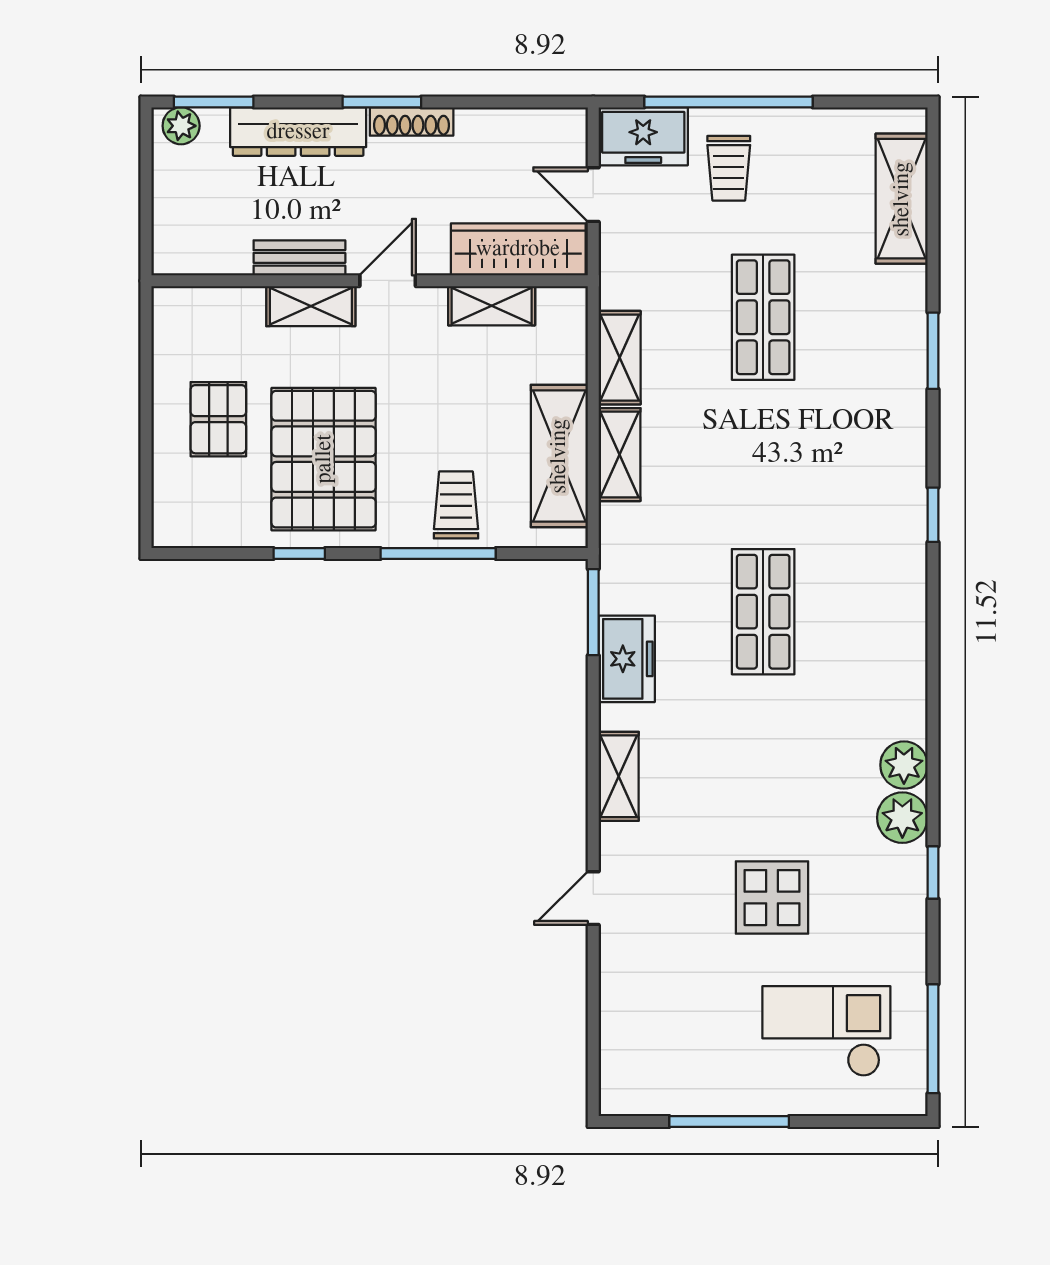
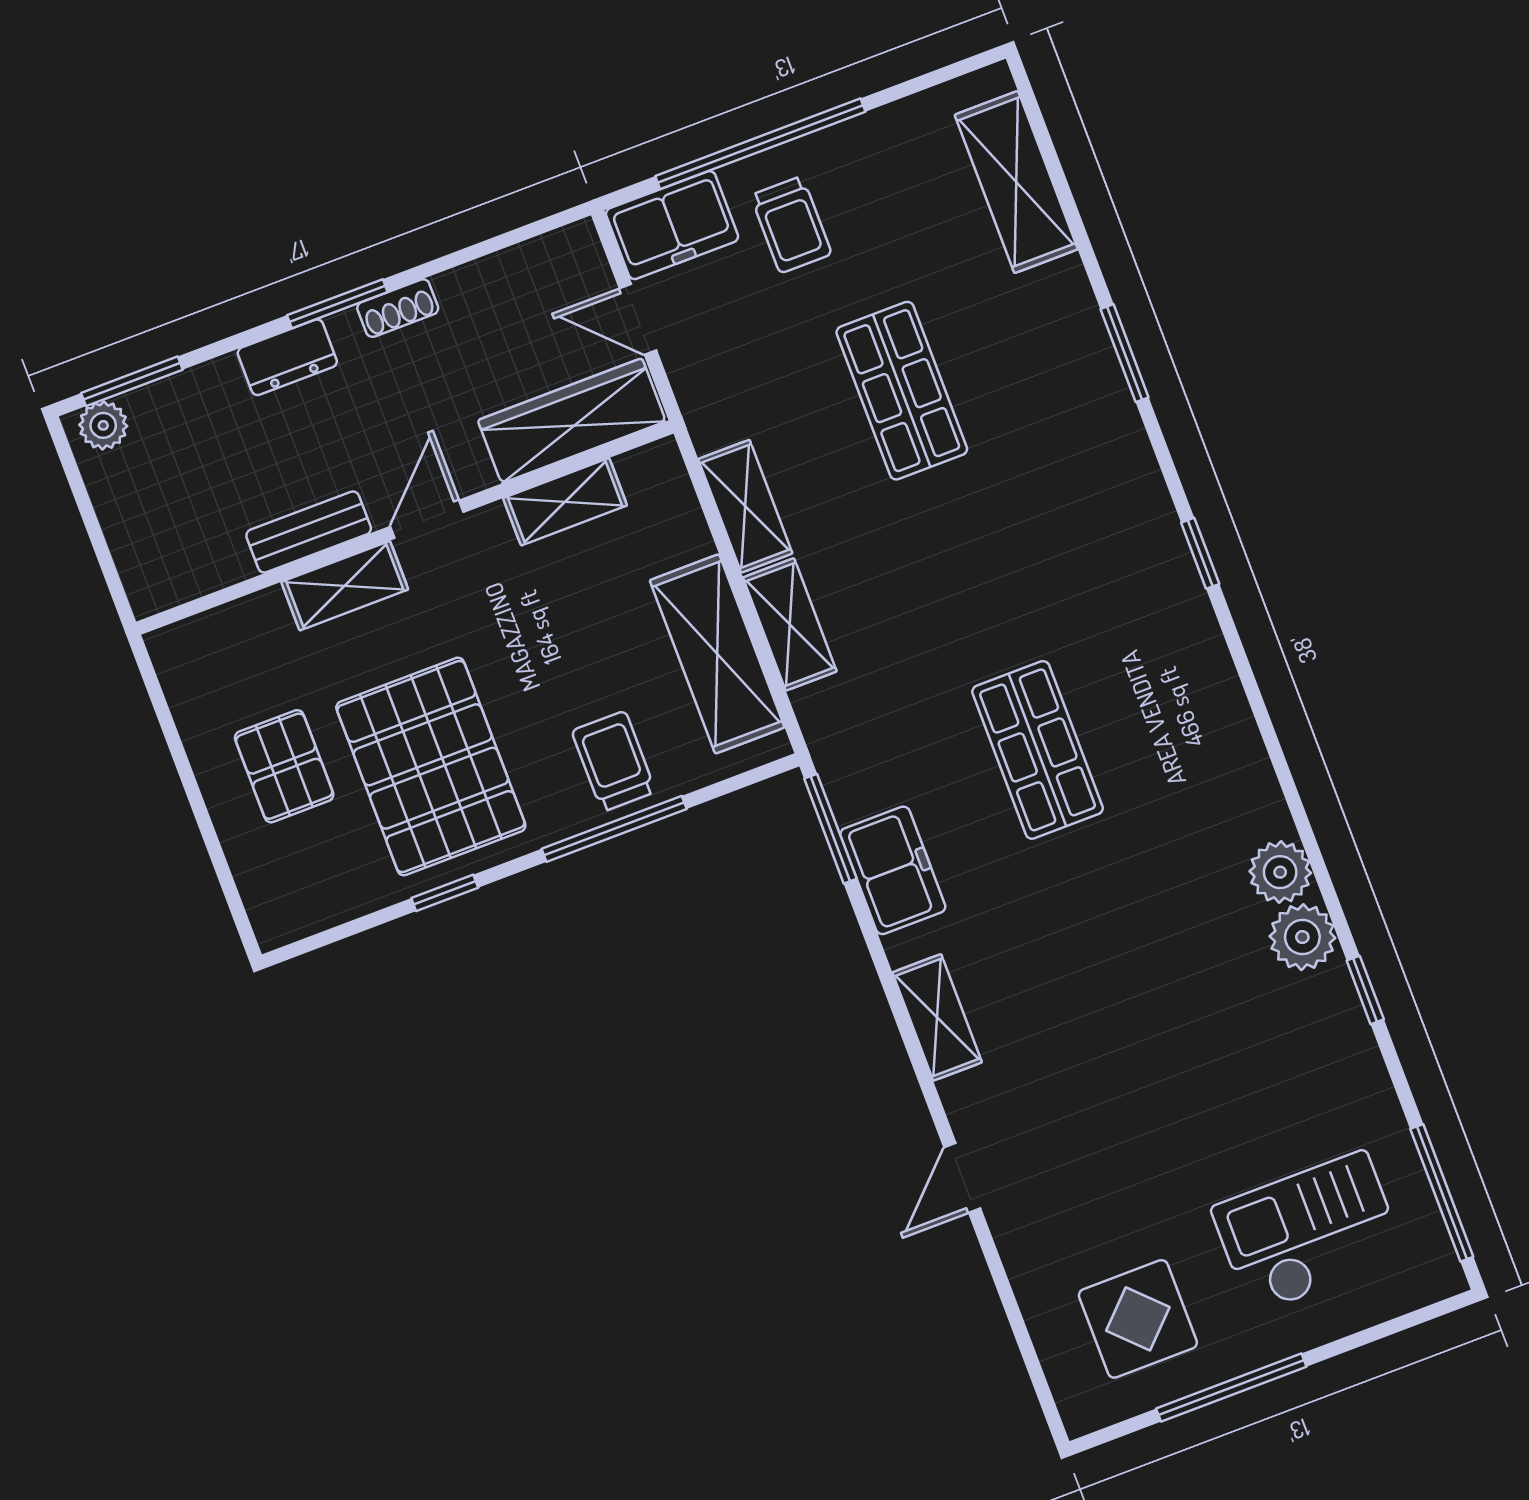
shoe rack: (412, 121) -> (398, 308), width x0.70
dresser: (298, 132) -> (287, 357), width x0.51, depth x0.80
display table: (772, 898) -> (1138, 1319), moved

